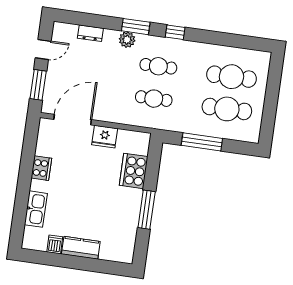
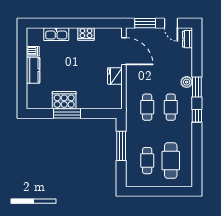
dresser: (90, 33) -> (187, 39), moved
cafe table: (227, 109) -> (147, 161), width x0.73, depth x0.74
cooker: (134, 171) -> (64, 100), moved

